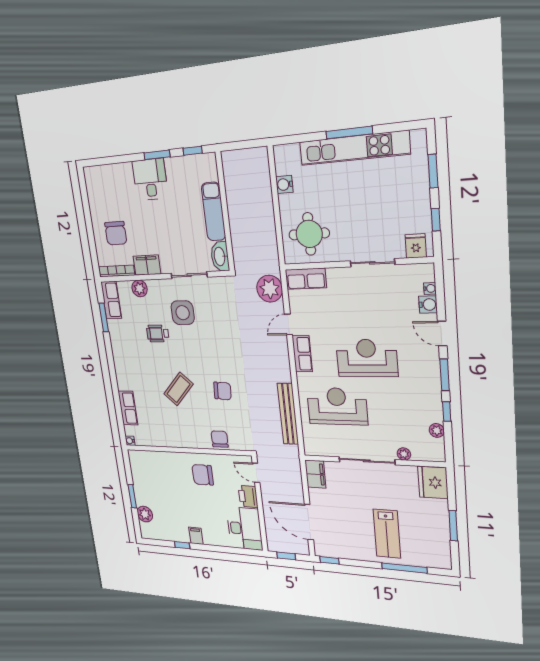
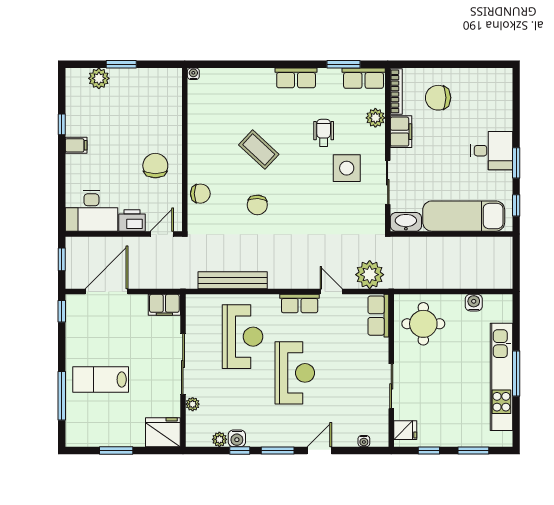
exam couch: (214, 212) -> (464, 216), width x1.36, depth x1.45
water cooler: (428, 305) -> (237, 438), moved
row of seats: (128, 408) -> (296, 78), moved

